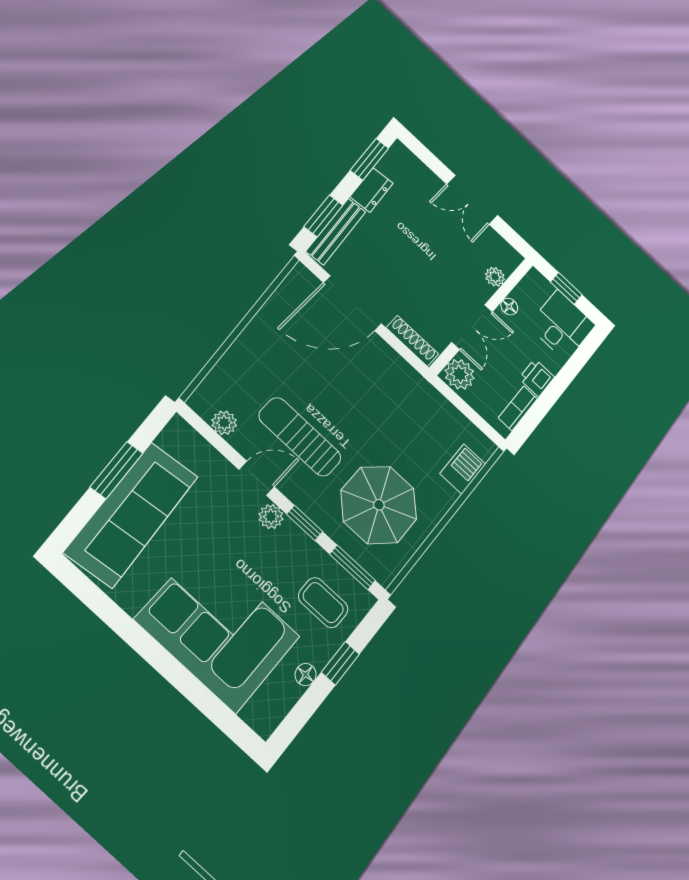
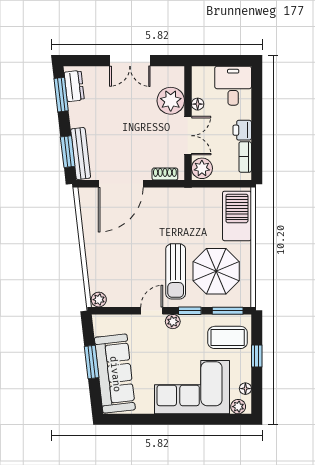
dresser: (372, 190) -> (74, 86), moved
plant: (495, 277) -> (171, 101), width x1.87, depth x1.87
window: (566, 288) -> (219, 61), removed
shoe rack: (412, 341) -> (165, 174), width x0.70
plant: (224, 423) -> (99, 300), moved
sun lounger: (300, 437) -> (176, 271), moved, turned -90
barbecue: (463, 469) -> (237, 216), width x1.88, depth x1.53
coffee table: (323, 603) -> (228, 337), width x1.36, depth x1.30
floor lamp: (306, 675) -> (245, 389), moved
plant: (257, 714) -> (238, 407), added

